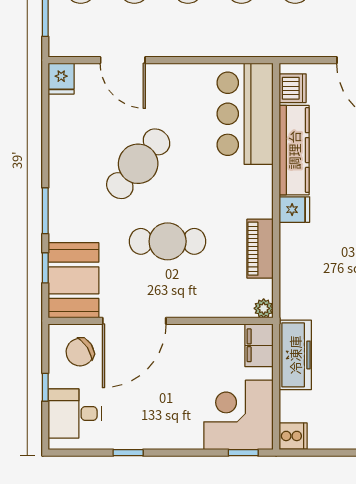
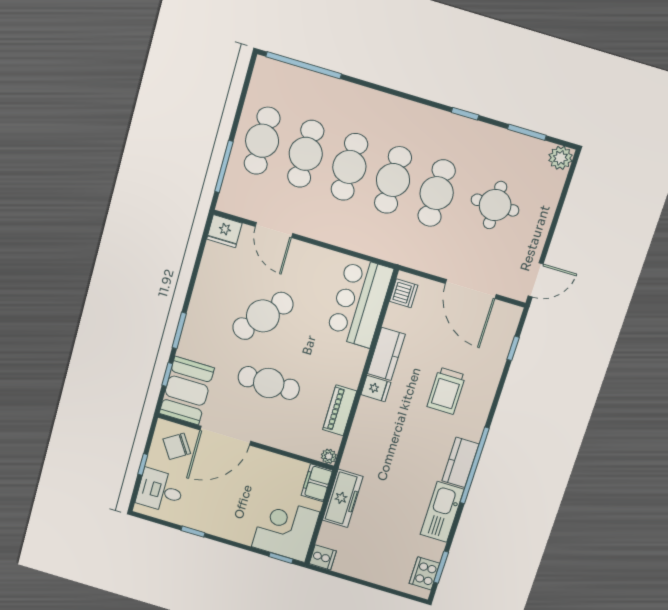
fridge: (61, 79) -> (224, 231), width x1.38
kitchen counter: (294, 150) -> (386, 354), width x0.67

